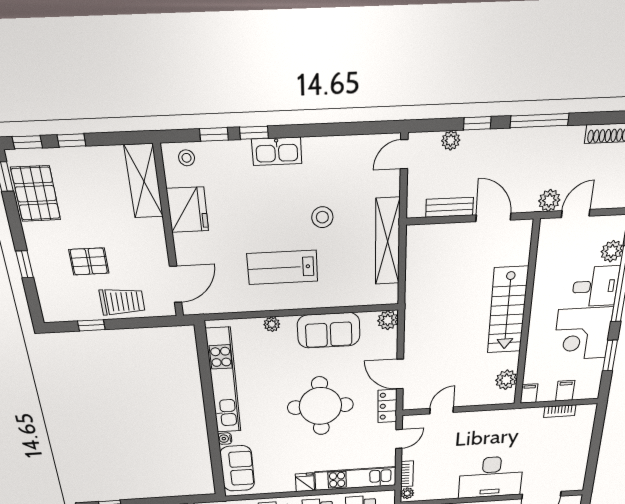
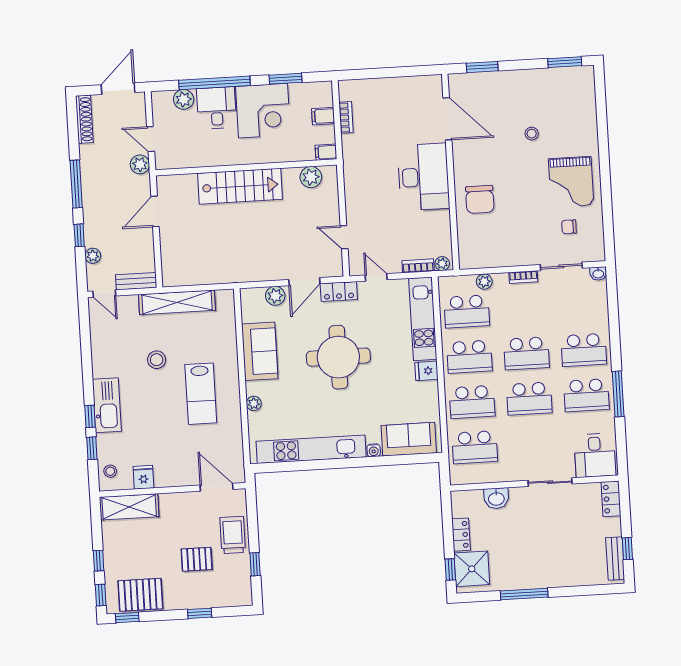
kitchen sink: (277, 151) -> (107, 405), width x1.36, depth x1.24
bench: (450, 207) -> (136, 281), moved, turned 90
fridge: (188, 210) -> (143, 477), width x0.53, depth x0.75
pallet: (89, 261) -> (197, 559), turned 90
plant: (388, 320) -> (275, 296), moved

